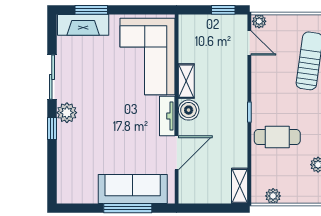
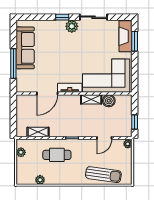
door: (249, 43) -> (104, 138), moved
boiler: (189, 110) -> (109, 101), moved
cafe table: (277, 137) -> (57, 155), turned 90
door: (177, 153) -> (47, 93), hinge flipped
shelving: (240, 186) -> (38, 132), moved
sofa: (133, 189) -> (25, 48), moved

